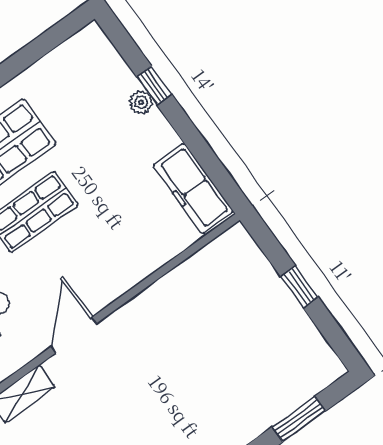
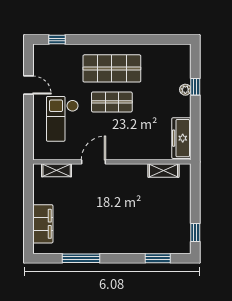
shelving: (202, 265) -> (163, 170), added
window: (299, 287) -> (195, 233), moved

